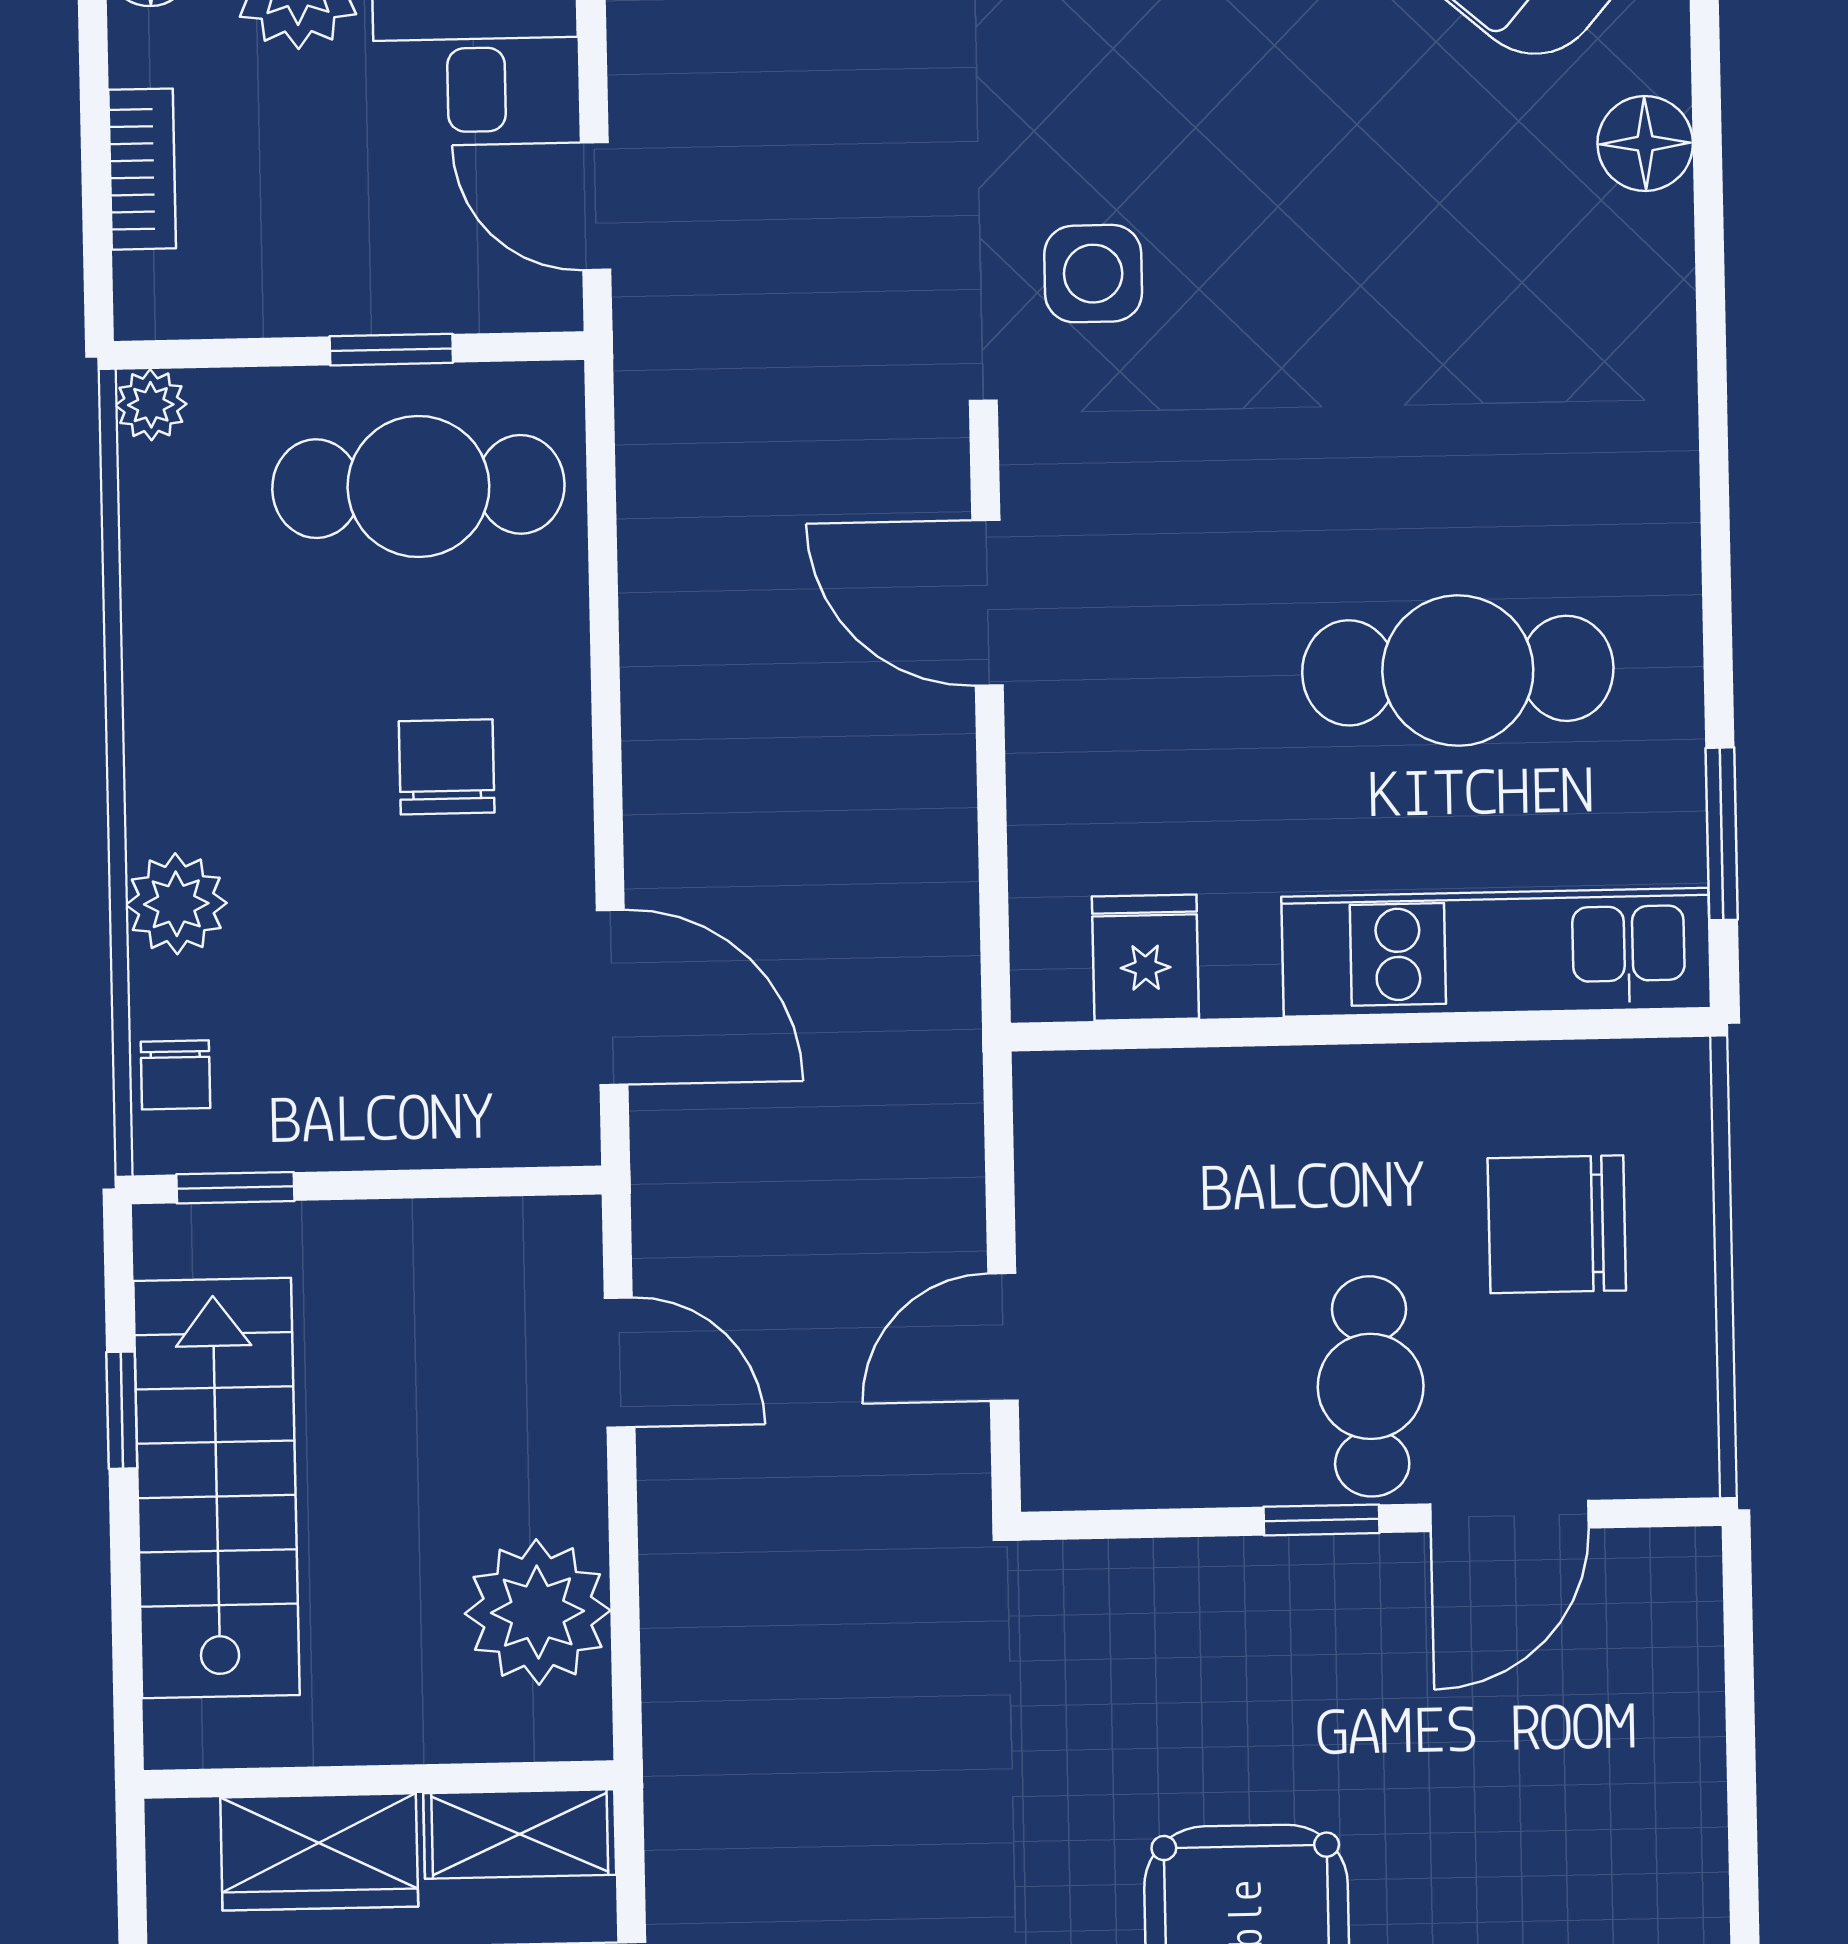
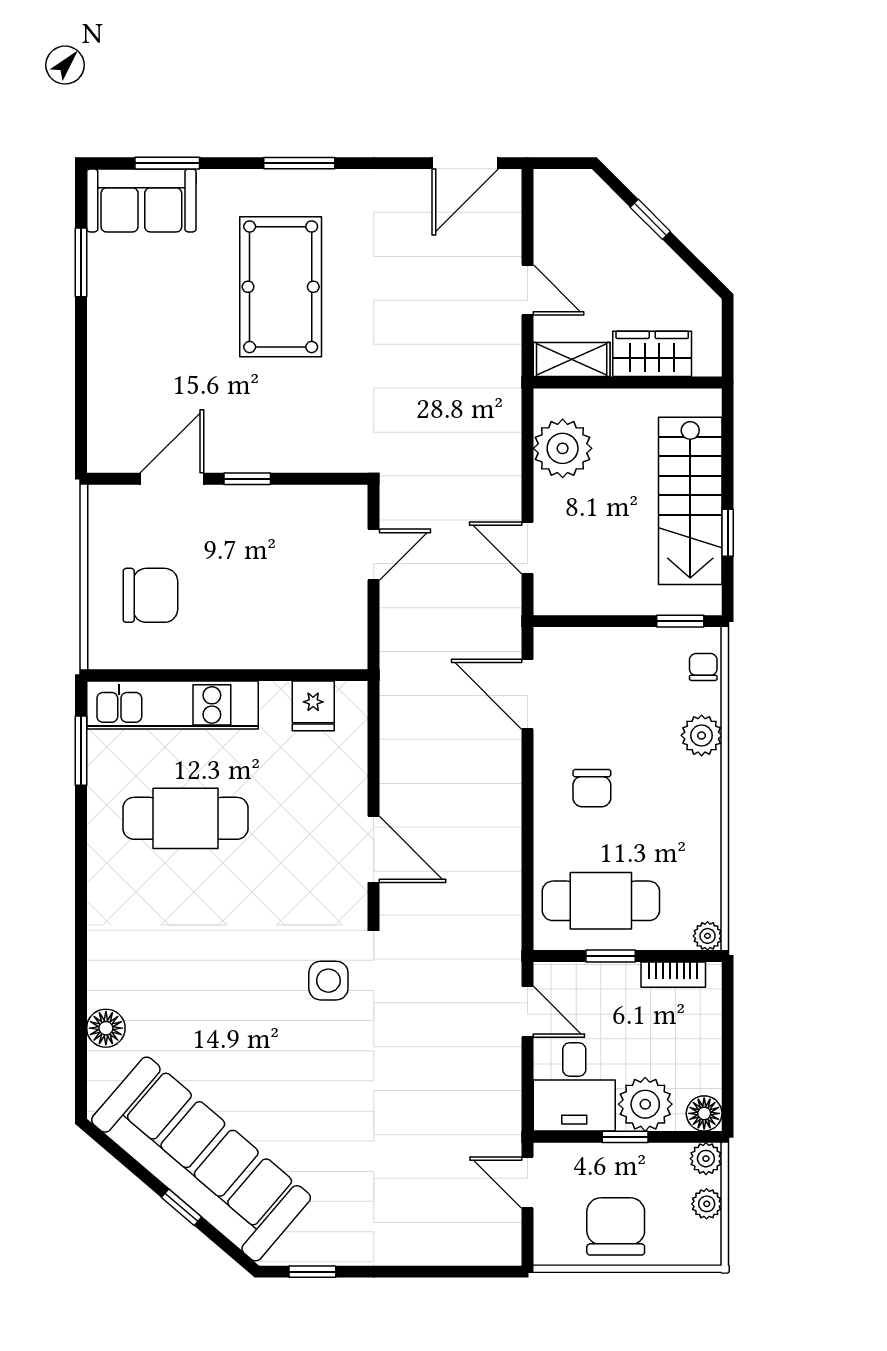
bookcase: (142, 169) -> (673, 975), moved, turned -90
cafe table: (1371, 1386) -> (226, 532), removed

